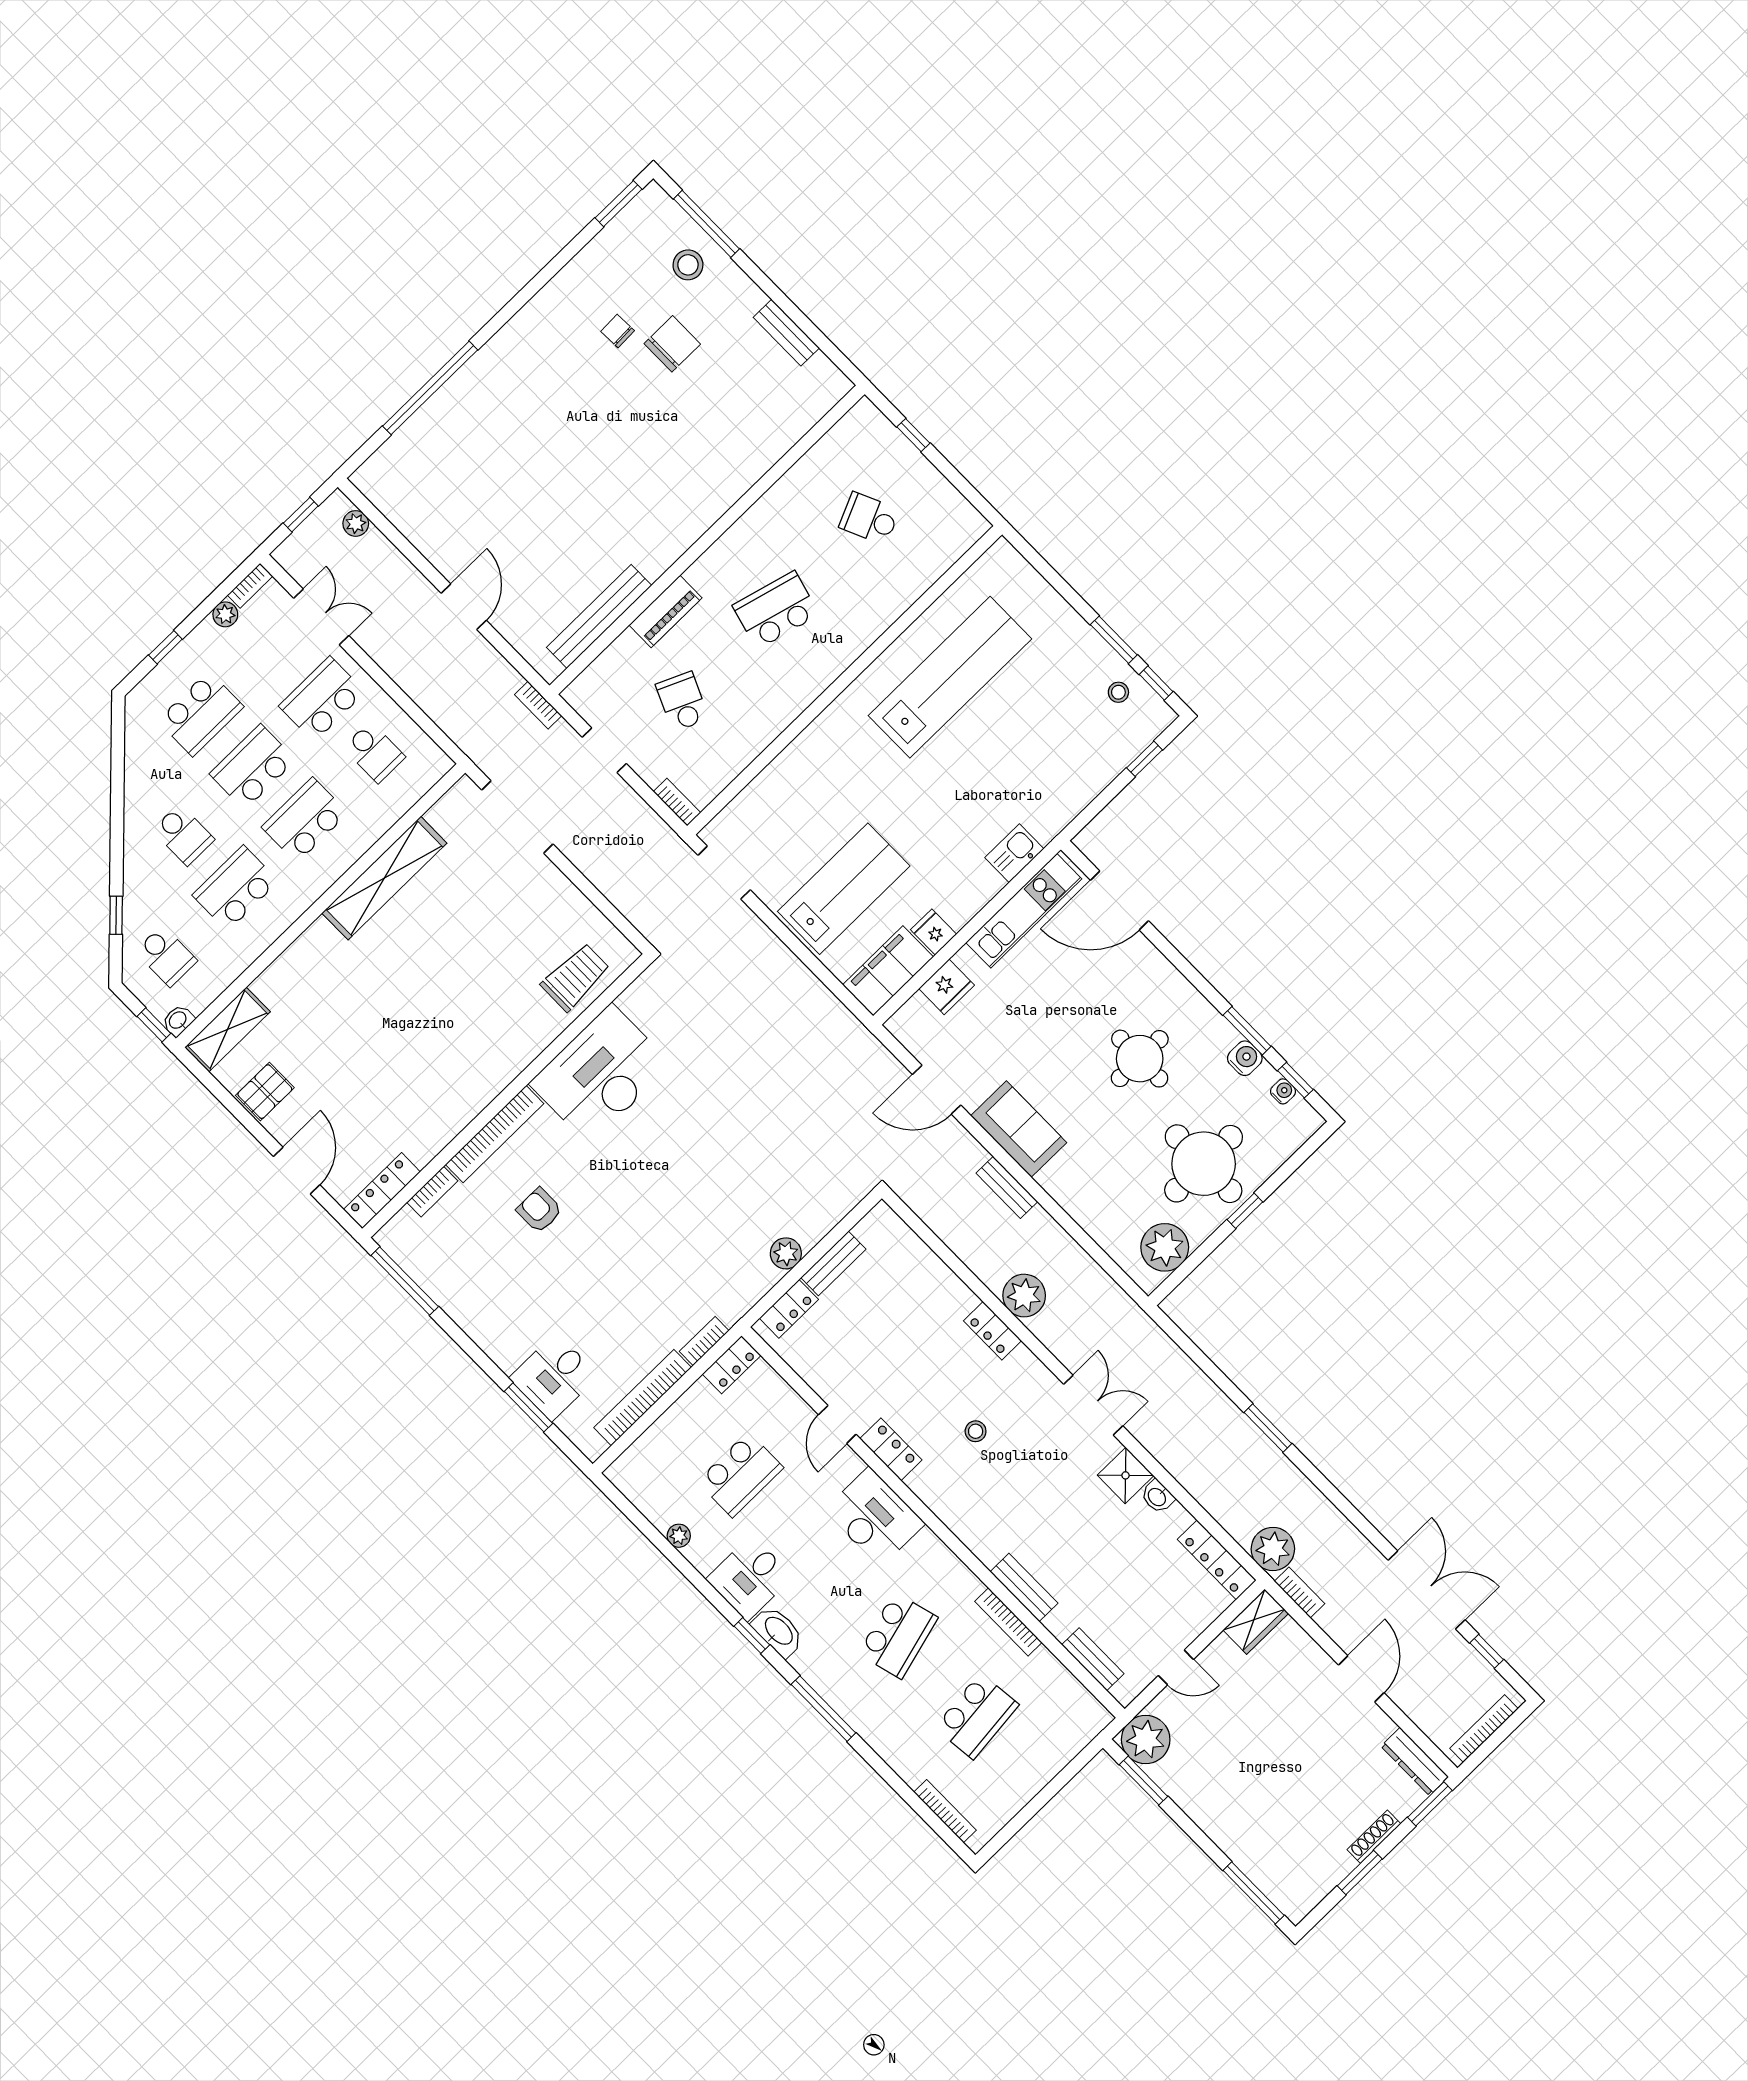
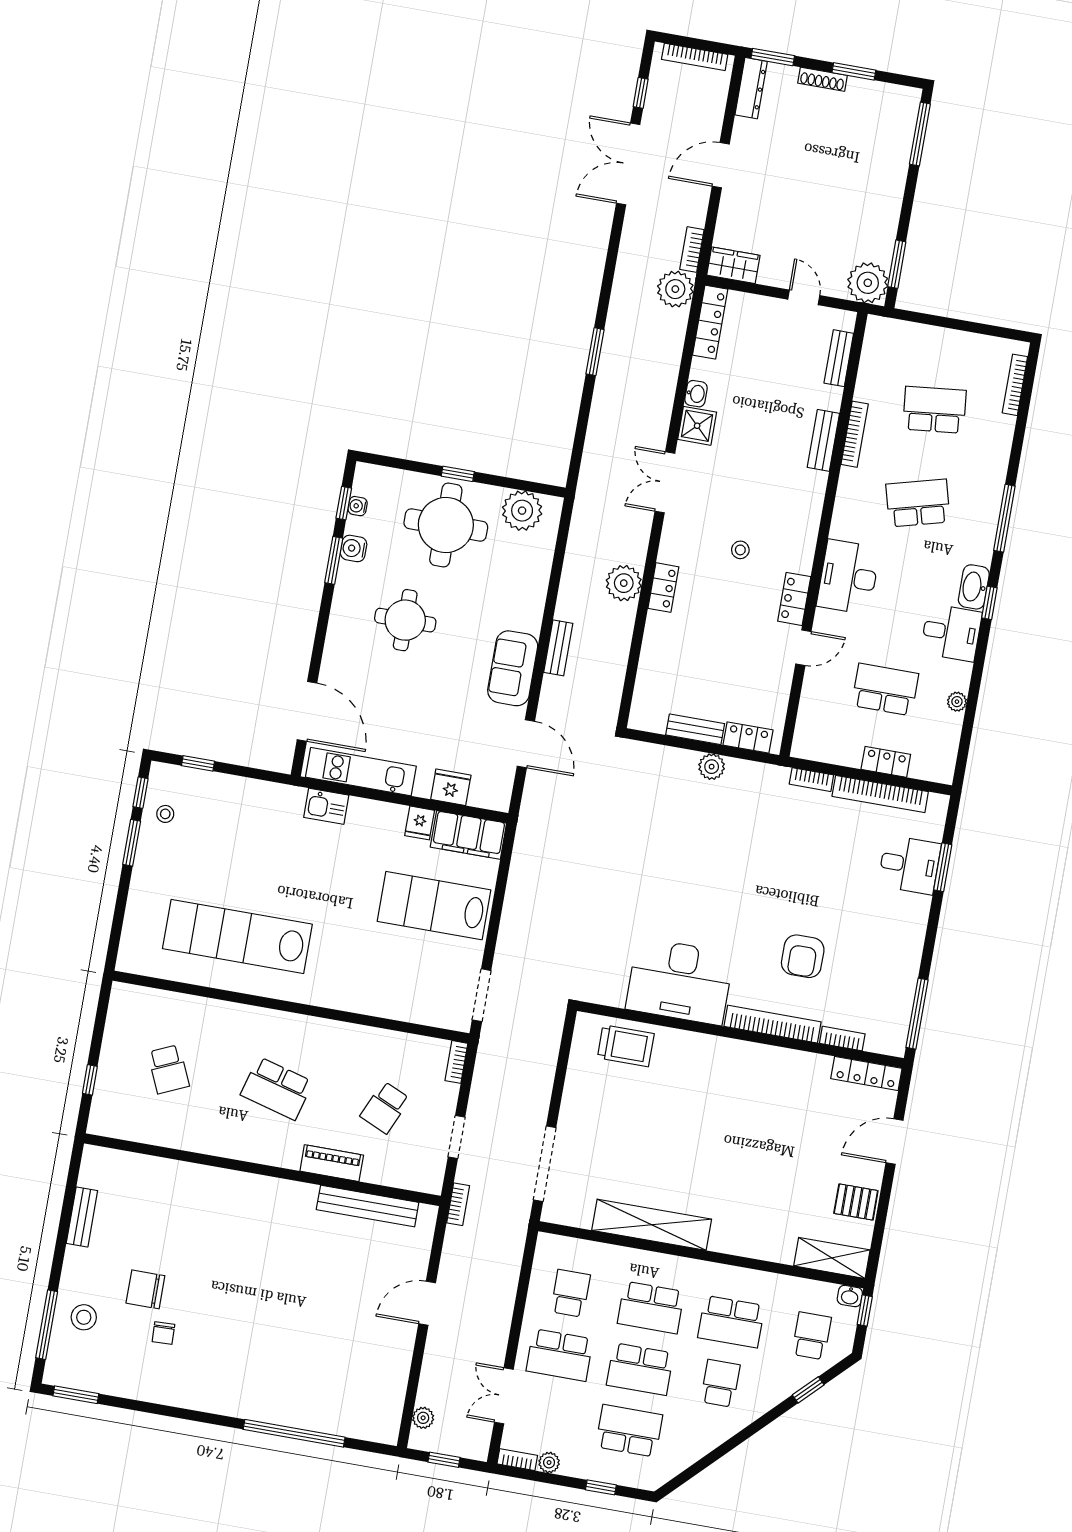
trolley: (575, 977) -> (626, 1046), turned 180
armchair: (539, 1210) -> (803, 956), width x1.38, depth x1.38
locker: (732, 1365) -> (886, 762), moved

